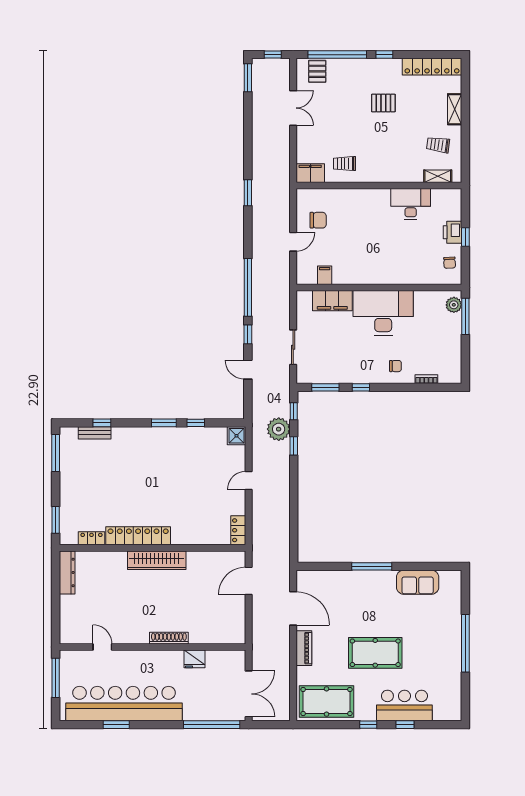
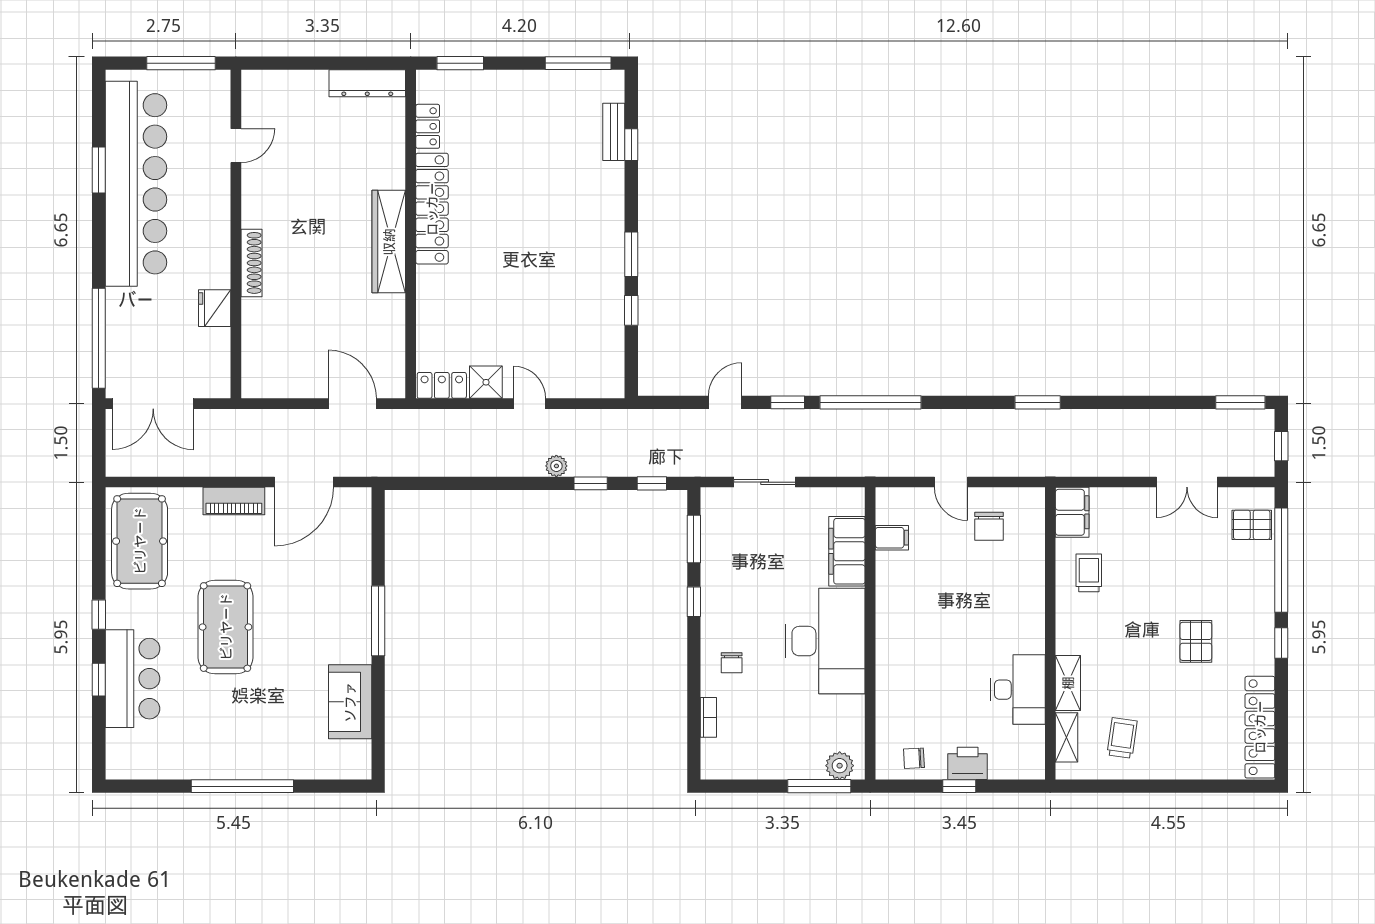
shelving: (455, 109) -> (1068, 683), moved, turned 90
plant: (279, 429) -> (556, 466), moved, width x0.53, depth x0.53
shower: (237, 436) -> (486, 382), moved

